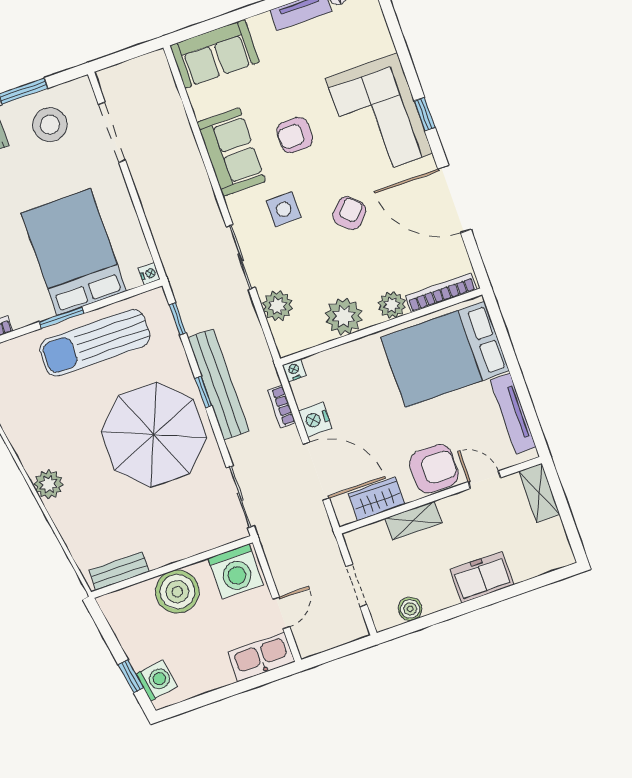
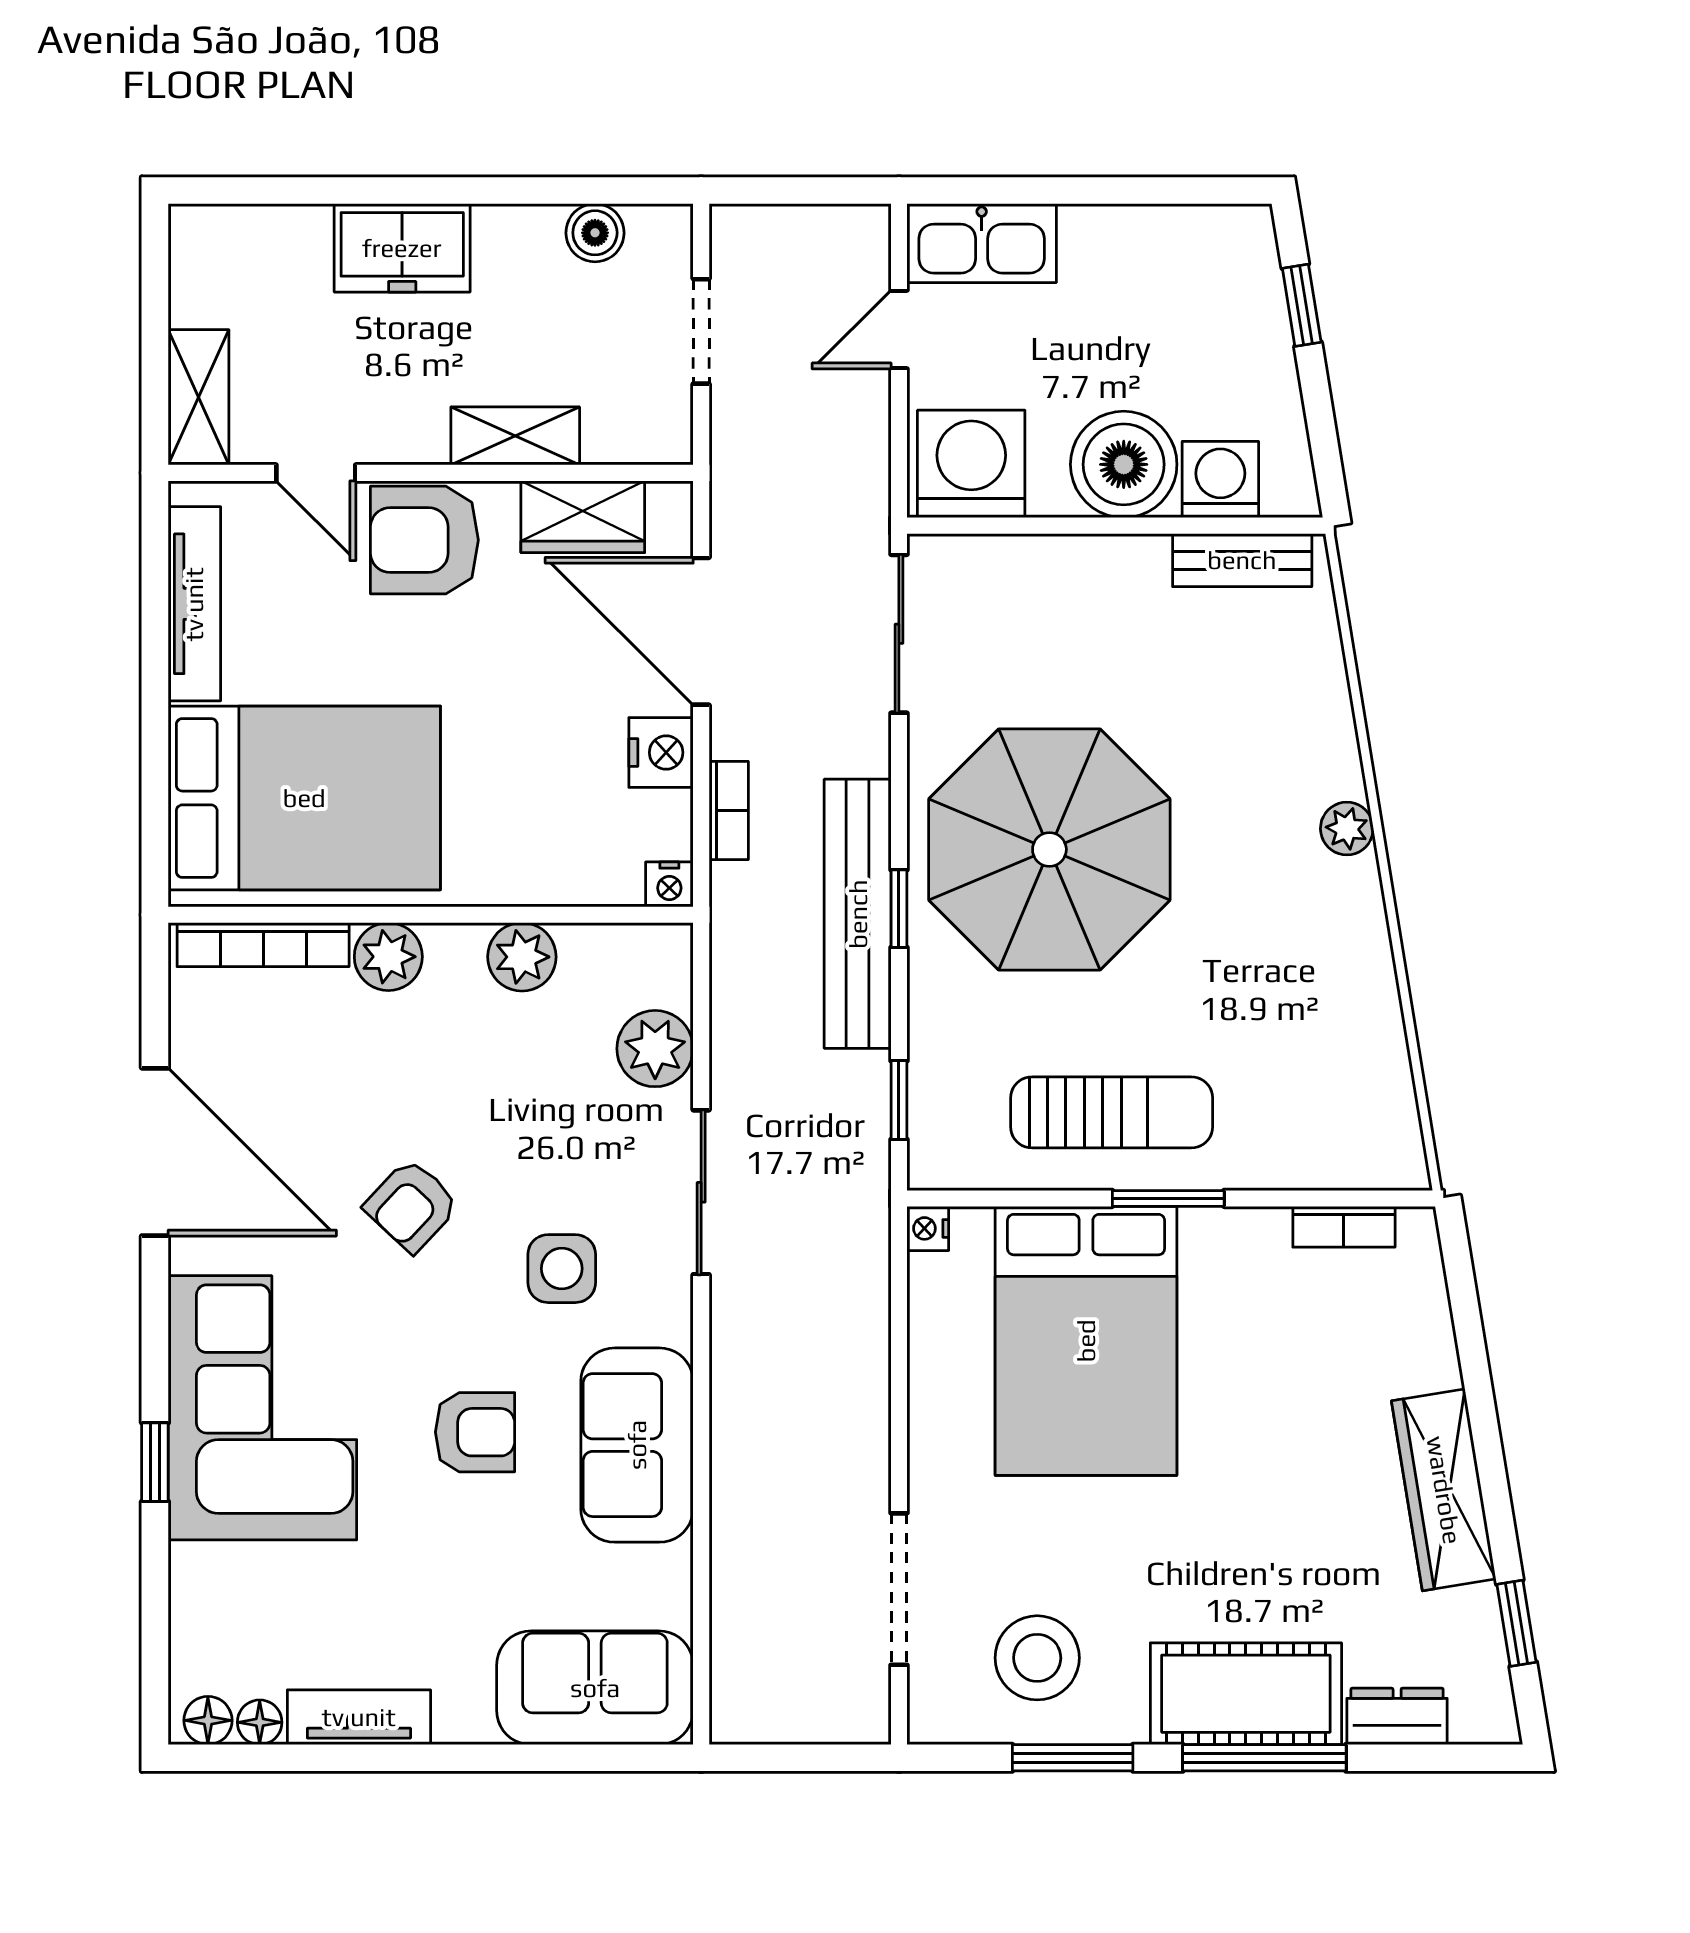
window: (425, 114) -> (155, 1462), moved
plant: (344, 316) -> (522, 957), width x0.73, depth x0.73
sun lounger: (95, 343) -> (1112, 1112), width x0.73, depth x0.75
plant: (49, 484) -> (1347, 829), width x0.73, depth x0.73
washing machine: (157, 680) -> (1220, 479), moved, turned 99

